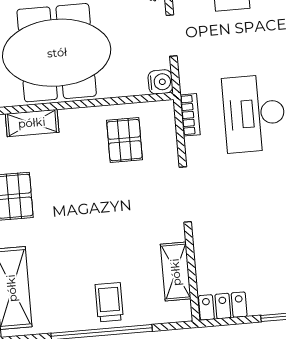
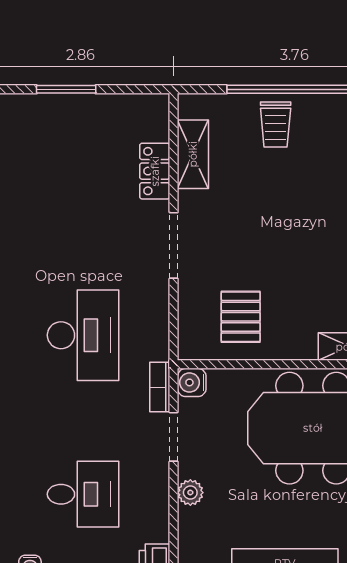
bookcase: (190, 115) -> (160, 387), moved
locker: (223, 306) -> (155, 171), moved, turned 90

